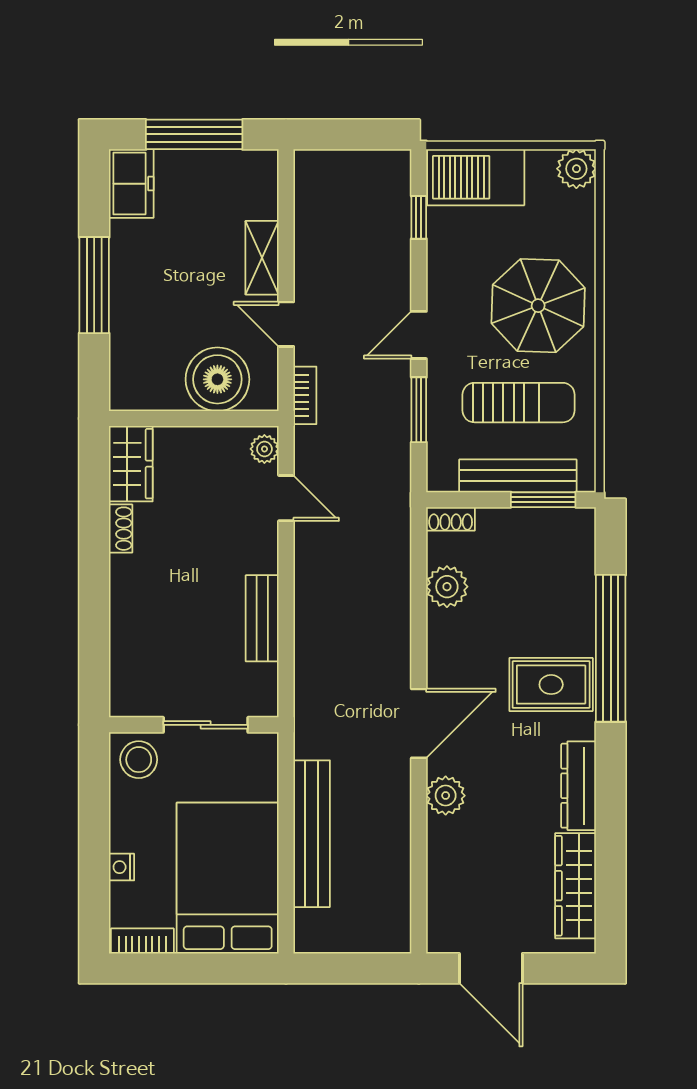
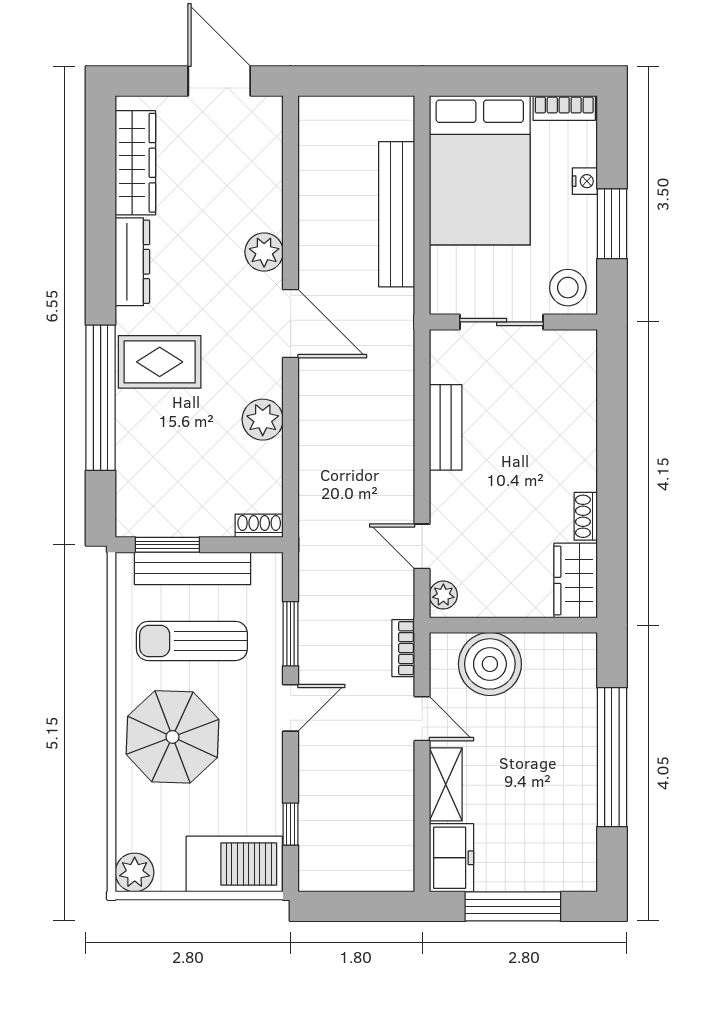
freezer: (131, 184) -> (451, 858), moved, turned 180
window: (94, 285) -> (612, 757), width x1.46
plant: (447, 587) -> (263, 420), moved
door: (419, 723) -> (291, 323), swing flipped
window: (94, 824) -> (612, 224), added

